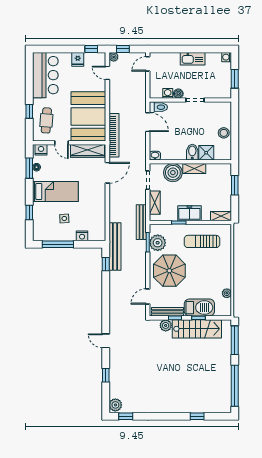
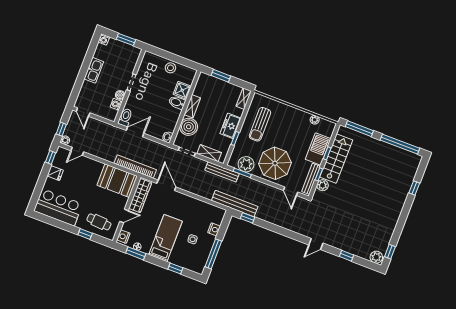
booth: (88, 116) -> (117, 181), width x0.73, depth x0.70

